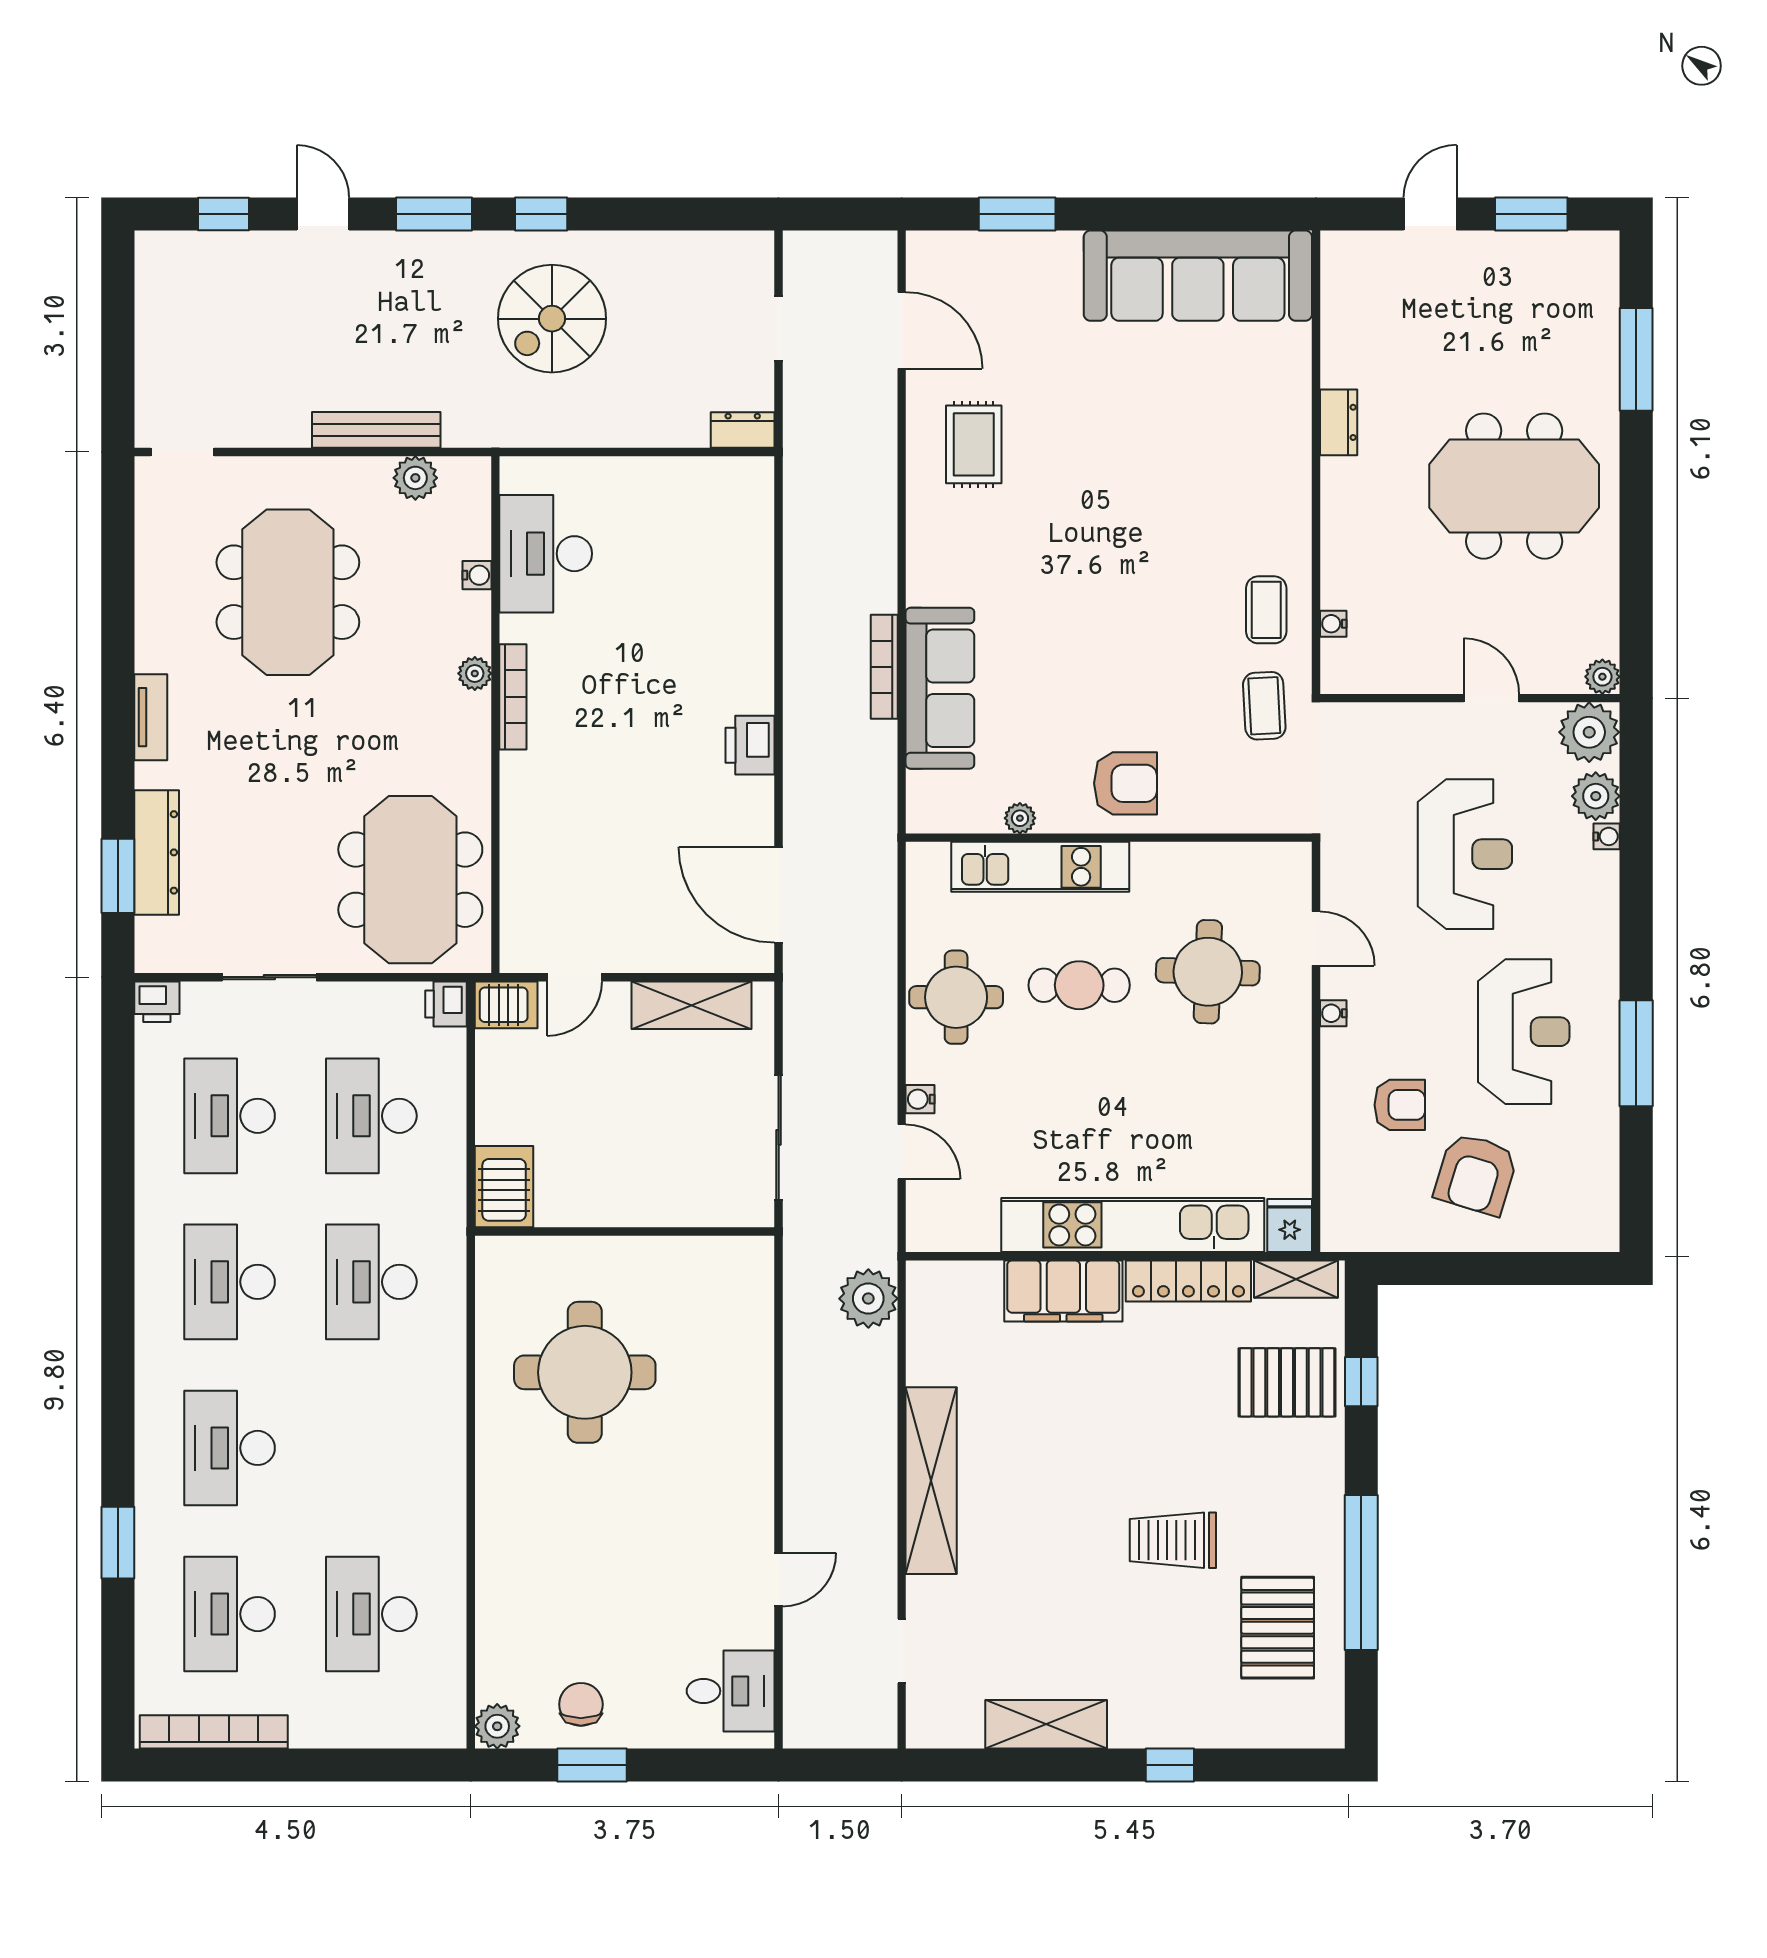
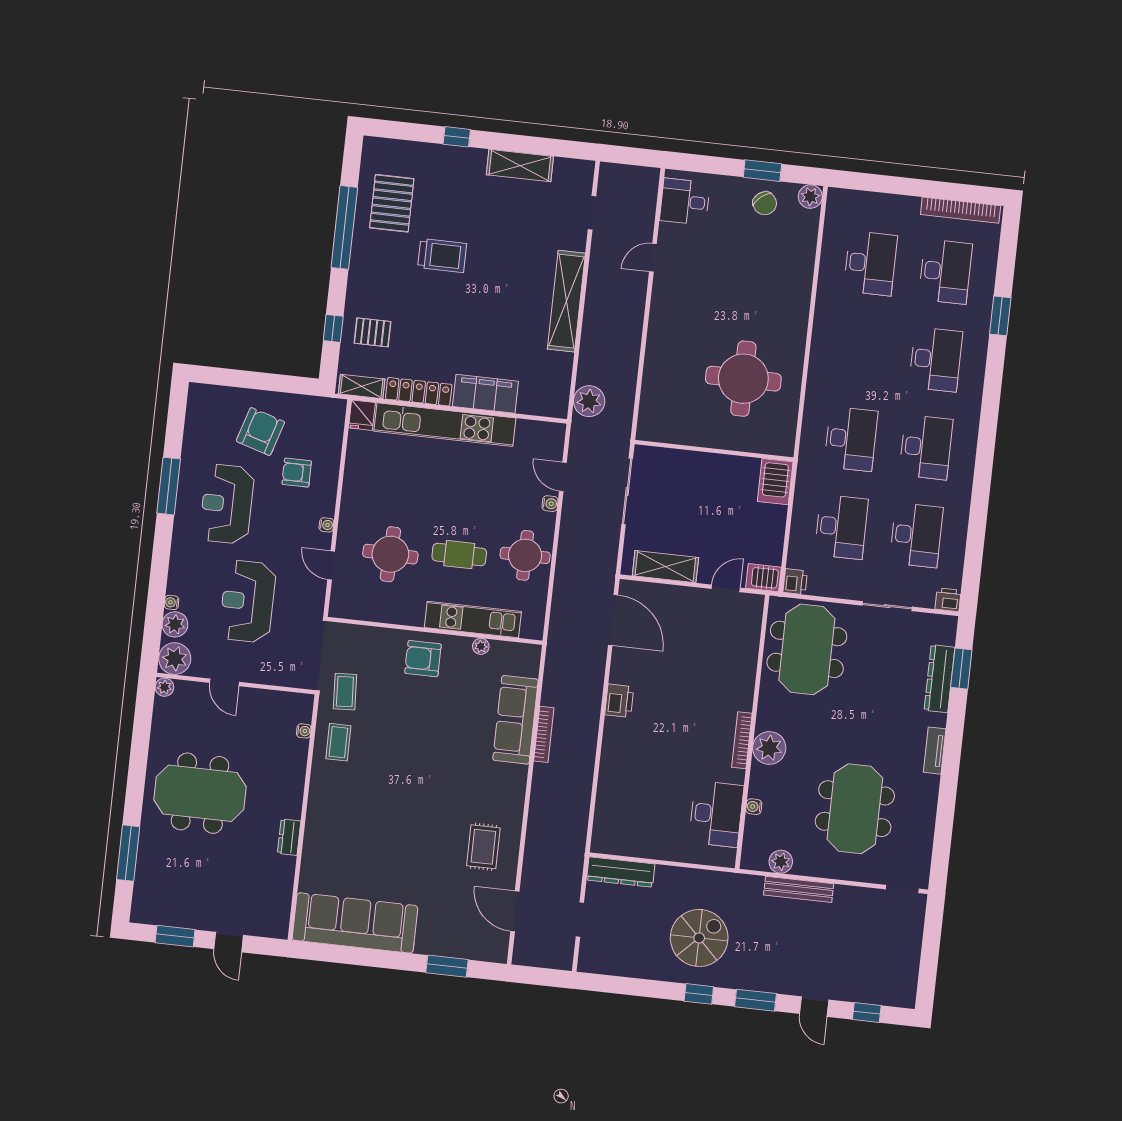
door: (1430, 214) -> (229, 942), hinge flipped
dresser: (743, 430) -> (621, 872), width x1.96, depth x1.24
plant: (475, 673) -> (769, 748), width x1.88, depth x1.88
pallet: (1287, 1382) -> (372, 332), width x0.67, depth x0.71
chair: (581, 1704) -> (765, 203), turned -40

